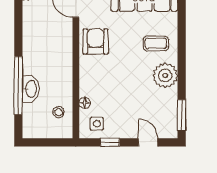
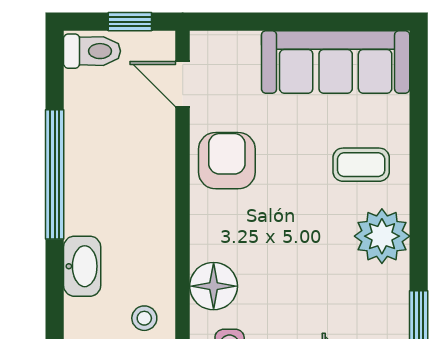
window: (18, 86) -> (55, 174), moved
floor lamp: (85, 103) -> (214, 286), width x1.89, depth x1.89

